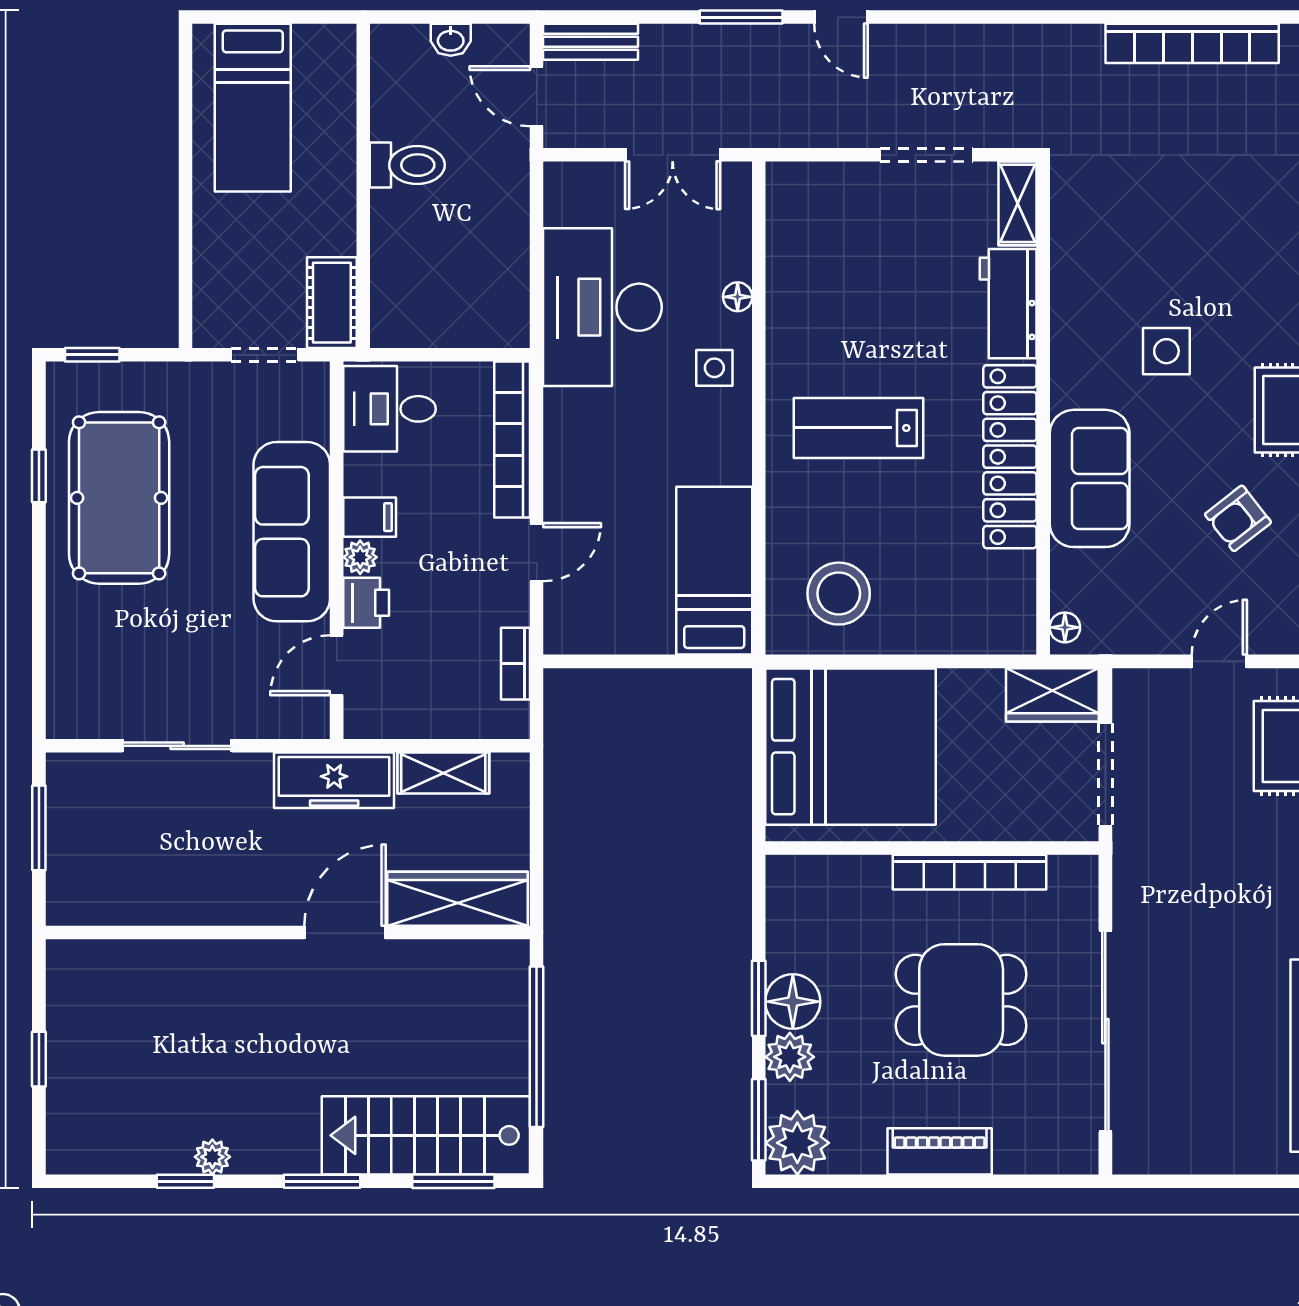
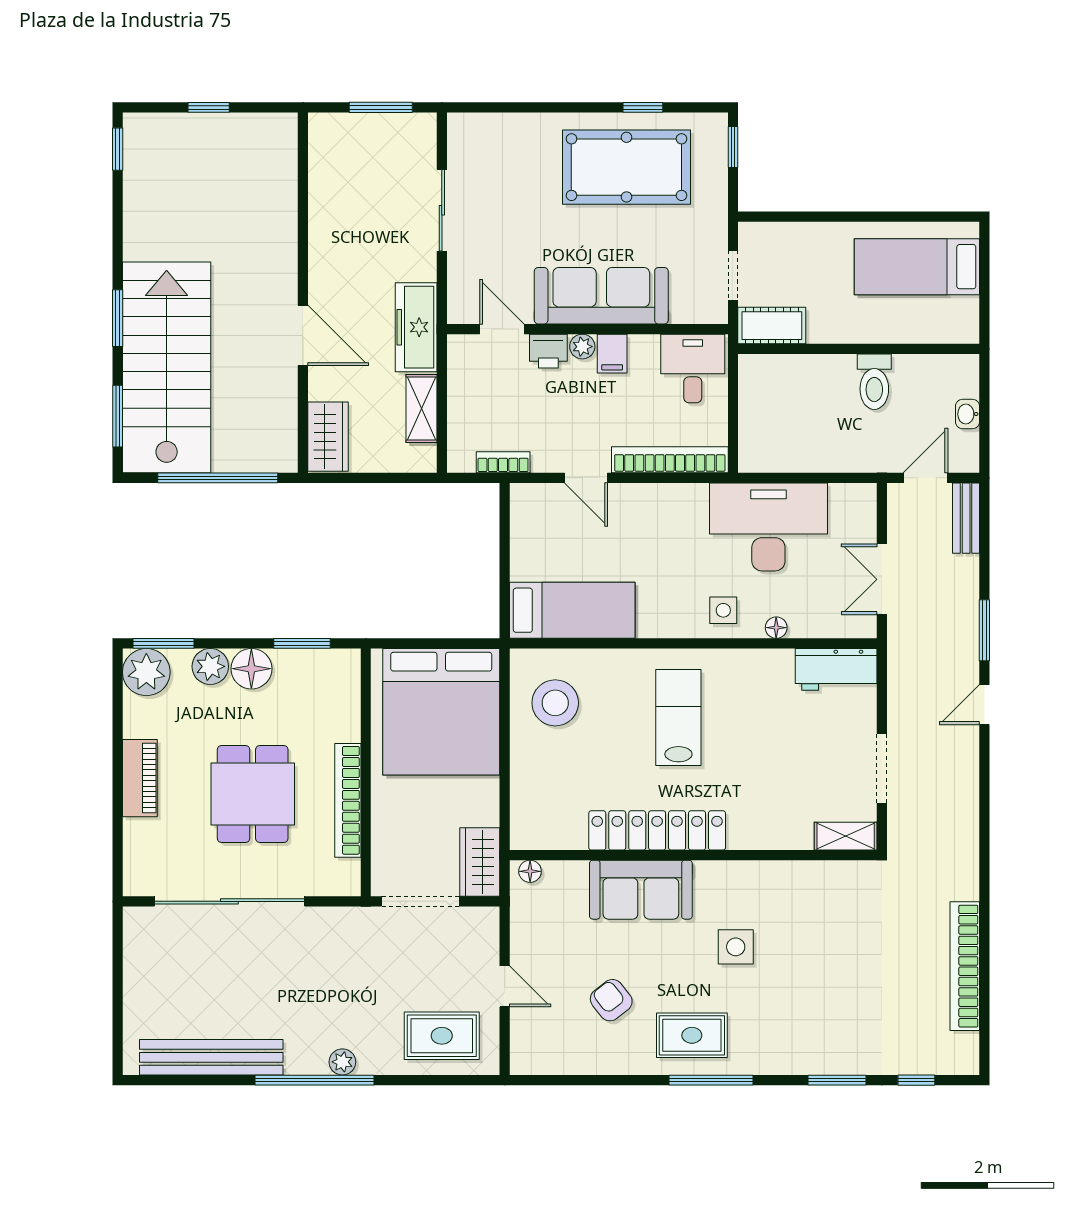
workbench: (1008, 304) -> (836, 669), moved, turned 180
wardrobe: (458, 899) -> (328, 437), width x0.67
window: (759, 998) -> (302, 643), moved
stairs: (426, 1135) -> (167, 367), width x1.36, depth x1.51
plant: (212, 1157) -> (136, 237), removed
window: (185, 1181) -> (118, 149), moved

